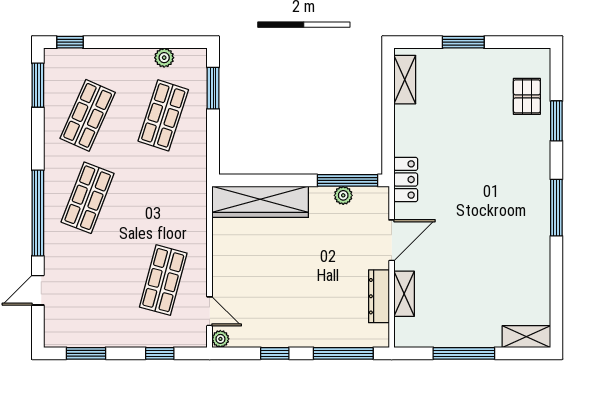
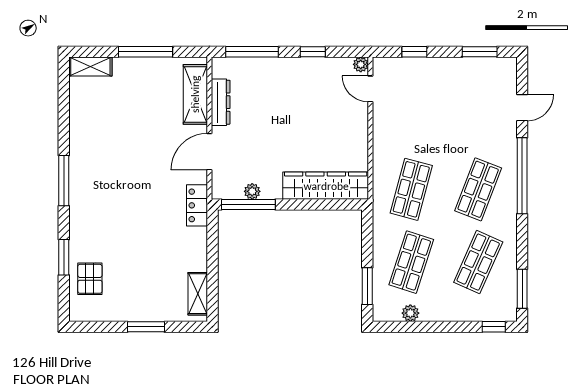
shop shelf: (163, 280) -> (411, 189), moved
shelving: (404, 294) -> (195, 94), width x1.50, depth x1.33

